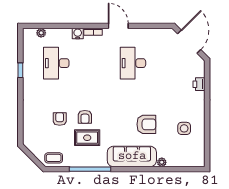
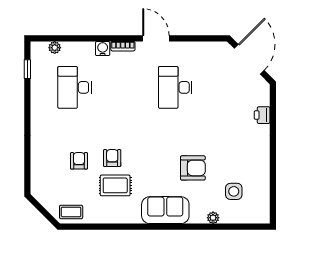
window: (20, 70) -> (27, 69), moved
armchair: (85, 117) -> (112, 158), turned 180
side table: (184, 128) -> (234, 191), moved
sofa: (132, 156) -> (165, 210), width x0.73
window: (90, 169) -> (119, 227), removed

